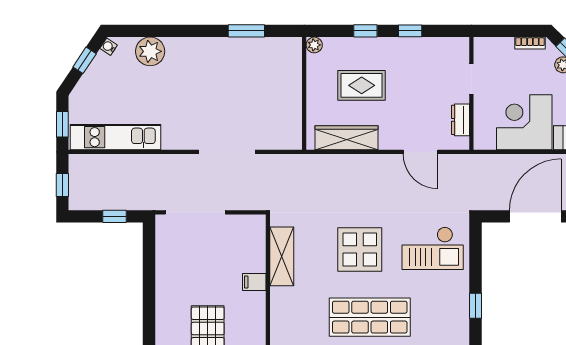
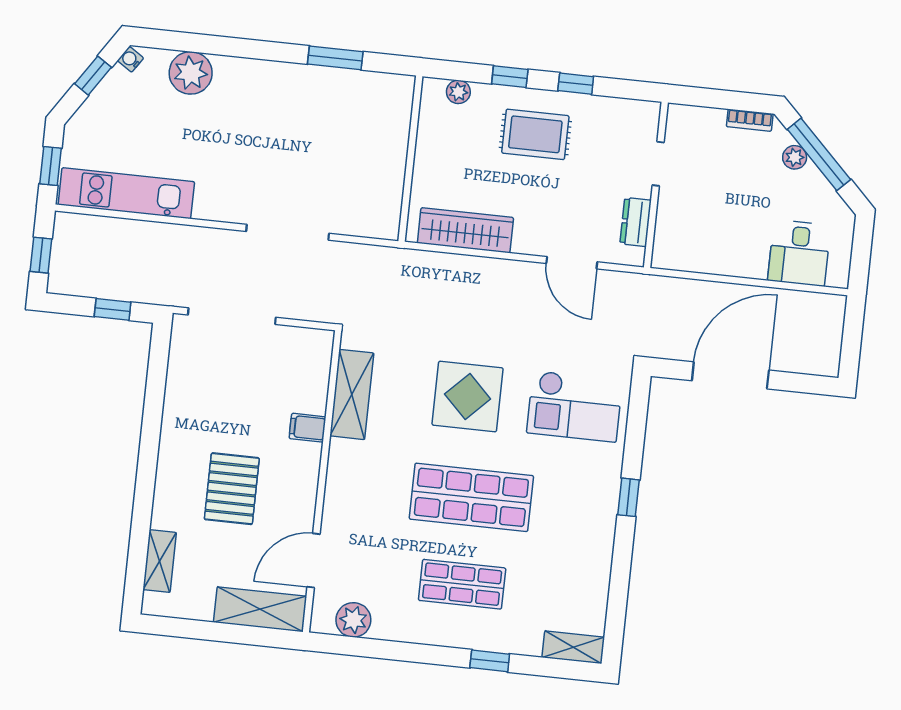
plant: (314, 45) -> (458, 92), moved
rug: (362, 85) -> (535, 134), moved
corner desk: (524, 122) -> (729, 235), removed

